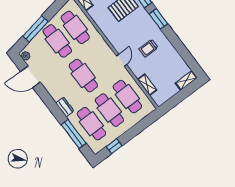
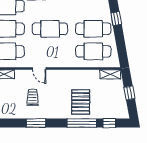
window: (159, 19) -> (36, 123), moved
window: (35, 29) -> (116, 19), width x0.46

